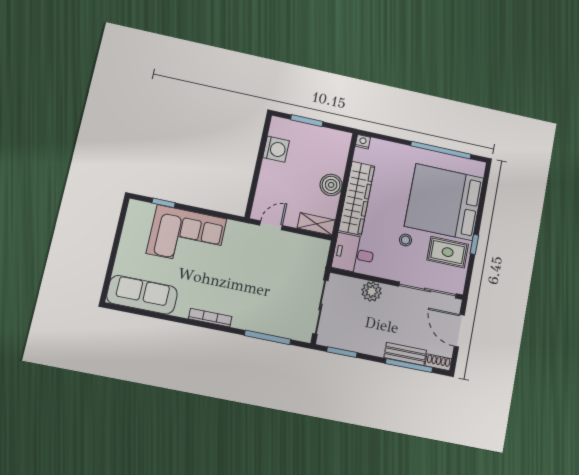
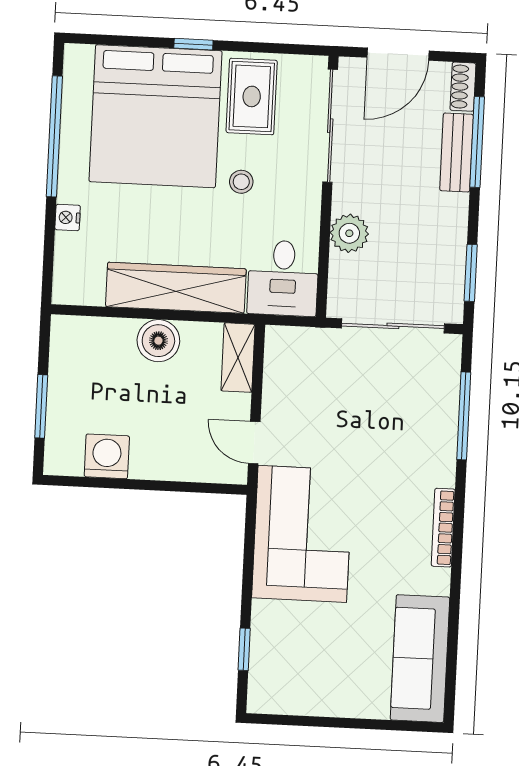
nightstand: (363, 142) -> (68, 217), moved
corner sofa: (187, 236) -> (302, 534), moved
window: (474, 244) -> (193, 44), moved

